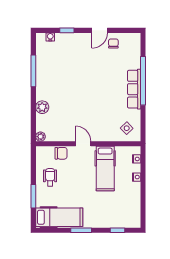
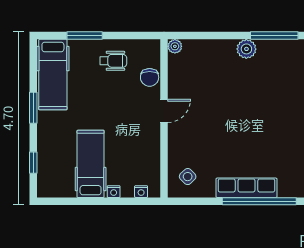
plant: (42, 107) -> (246, 49), moved
hospital bed: (105, 168) -> (91, 164), moved, turned 90

